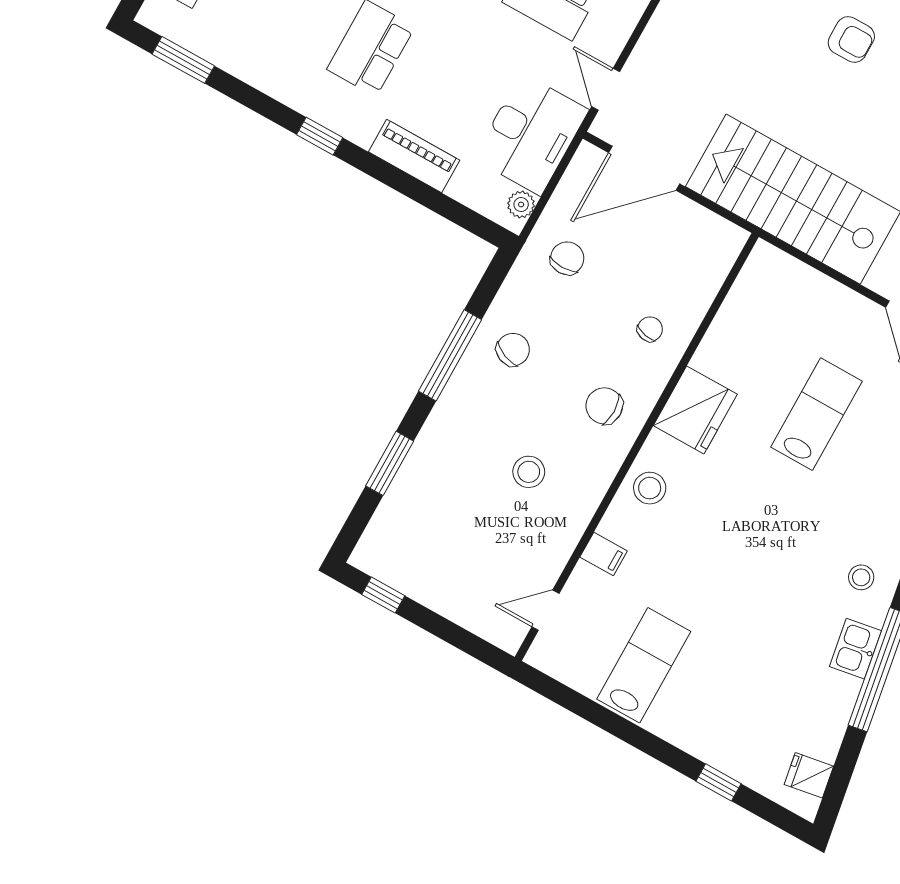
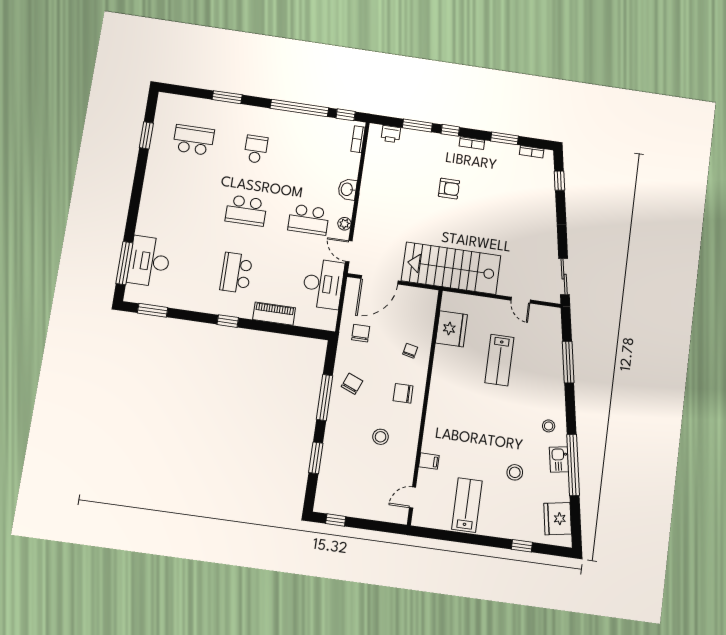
plant: (521, 204) -> (344, 224), moved
fridge: (695, 410) -> (451, 329), moved
lab bench: (817, 414) -> (499, 360), turned 180
stool: (650, 488) -> (515, 472), moved
fridge: (809, 775) -> (558, 519), width x1.88, depth x1.34

